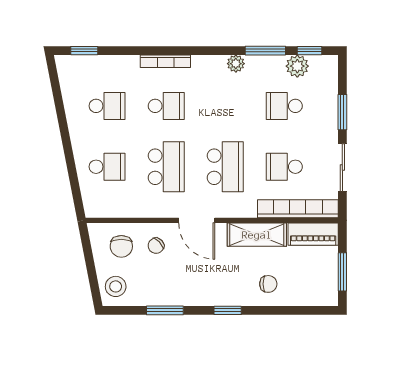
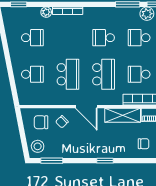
plant: (236, 64) -> (46, 12), moved
school desk: (166, 106) -> (104, 38), moved, turned 180
chair: (121, 246) -> (41, 122), turned 90
chair: (268, 284) -> (144, 144), moved
window: (165, 310) -> (52, 161), moved

